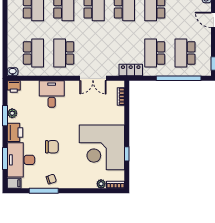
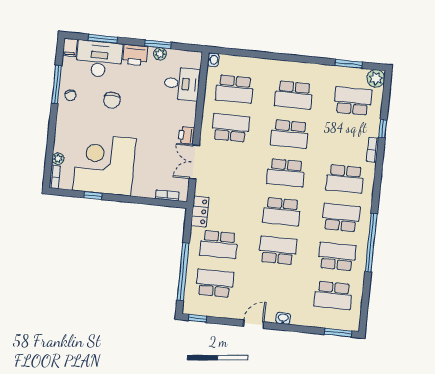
school desk: (155, 53) -> (219, 244), turned 180
printer: (14, 86) -> (186, 135), moved
desk: (52, 94) -> (182, 84), moved

